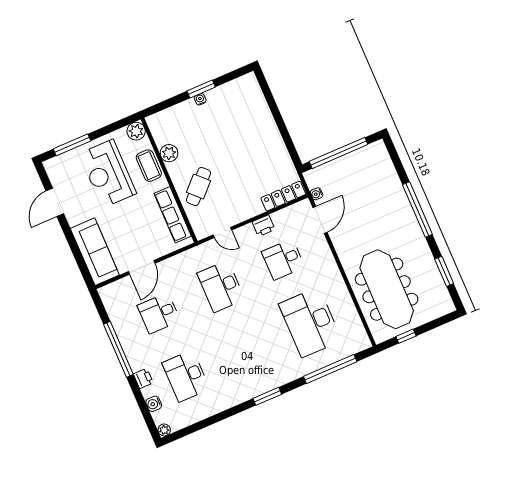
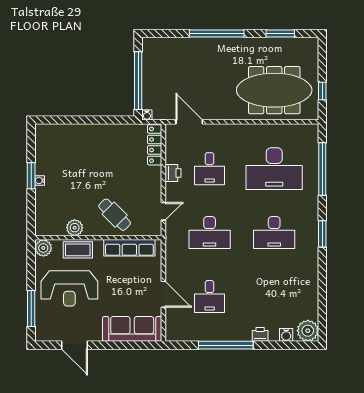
water cooler: (317, 194) -> (147, 115), moved
desk: (186, 376) -> (274, 233), moved
plant: (164, 430) -> (308, 331), width x1.87, depth x1.87

